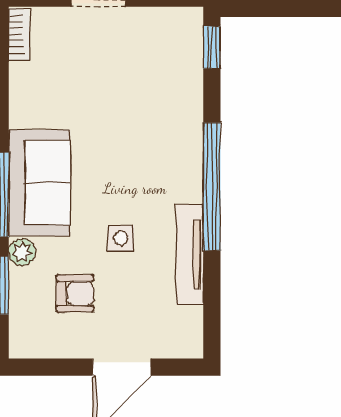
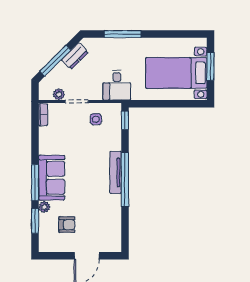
side table: (121, 238) -> (96, 119), moved
tv unit: (190, 254) -> (116, 172), moved

